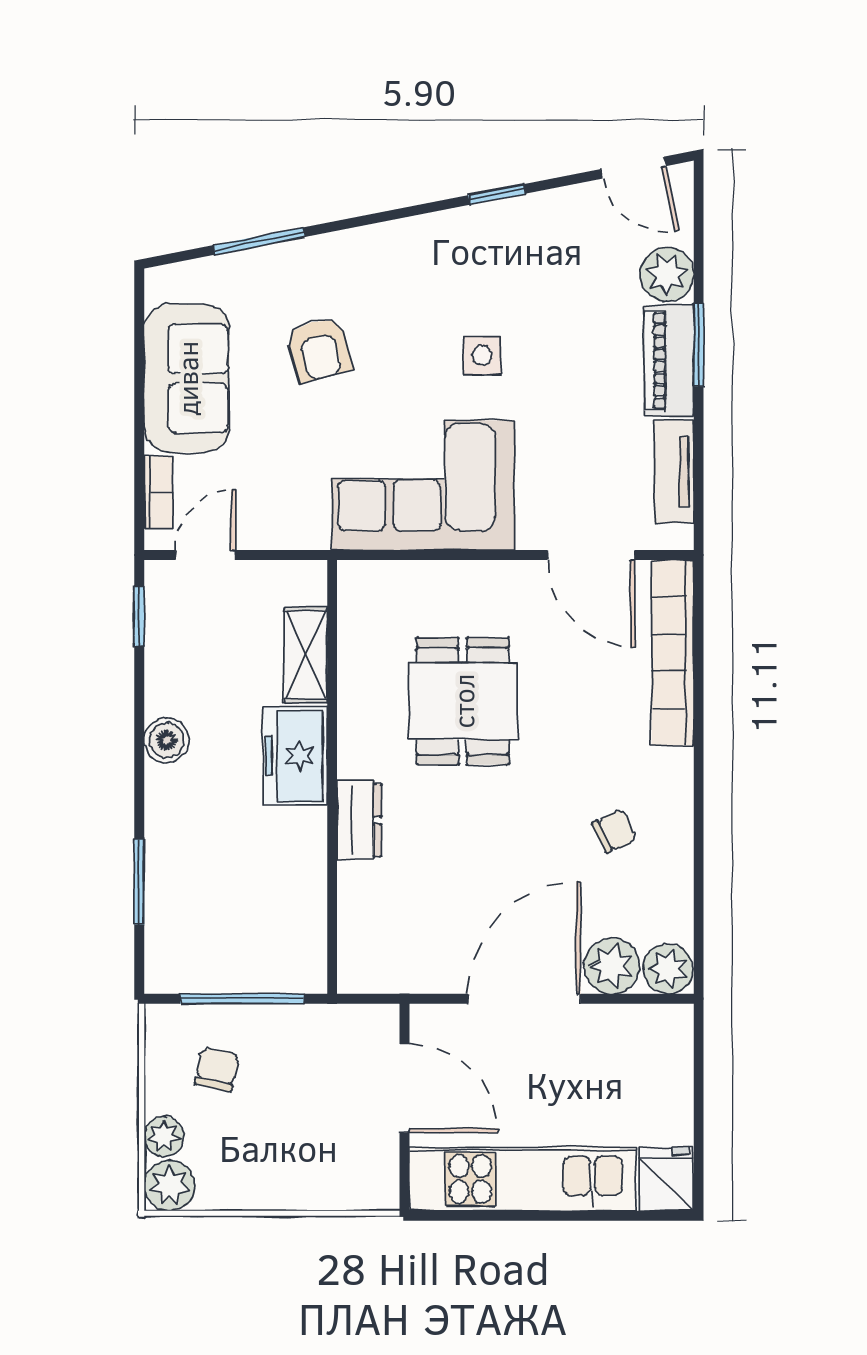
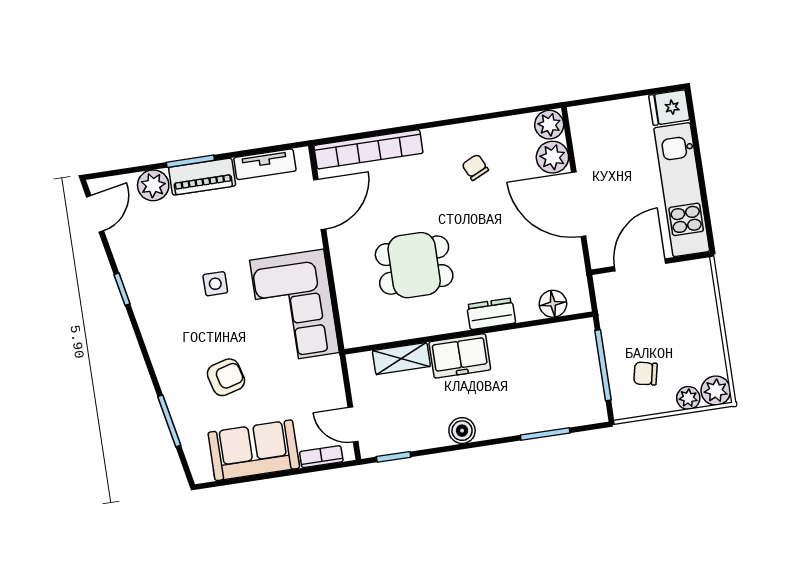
floor lamp: (360, 929) -> (553, 304), added

